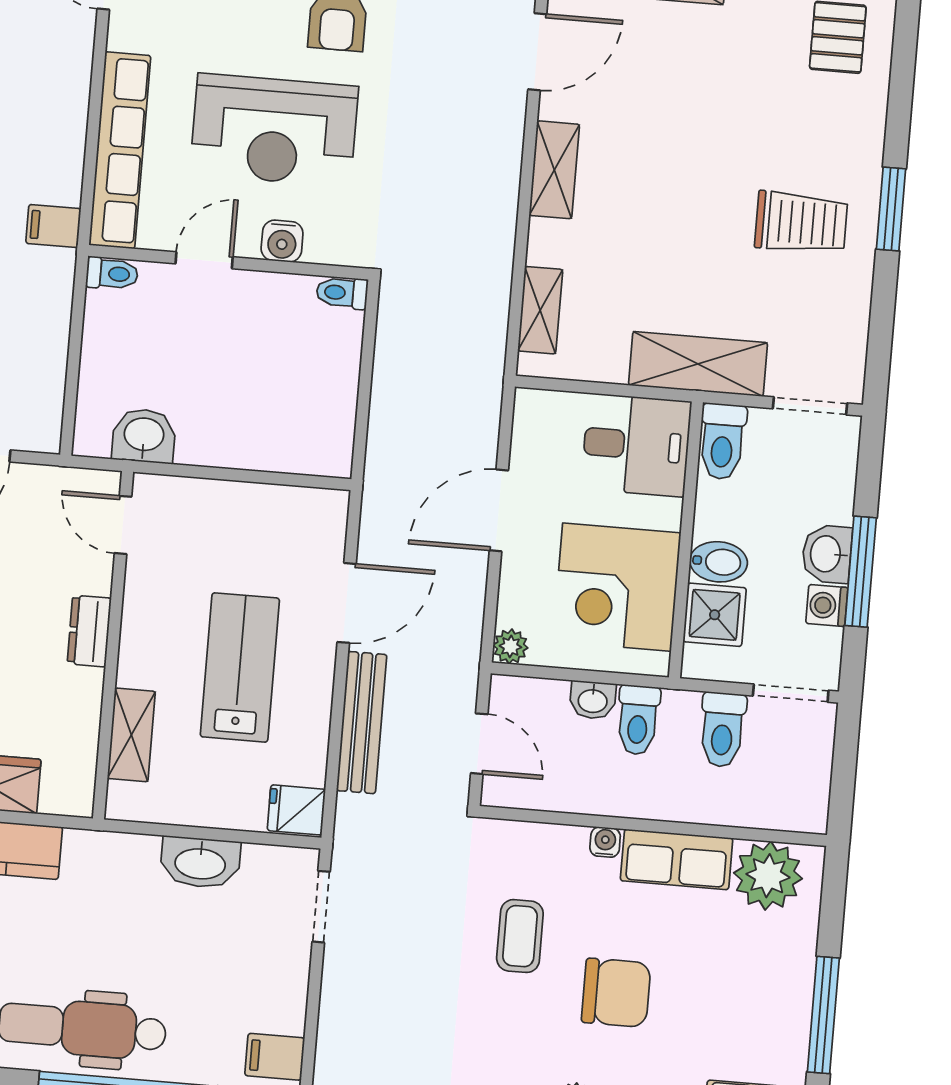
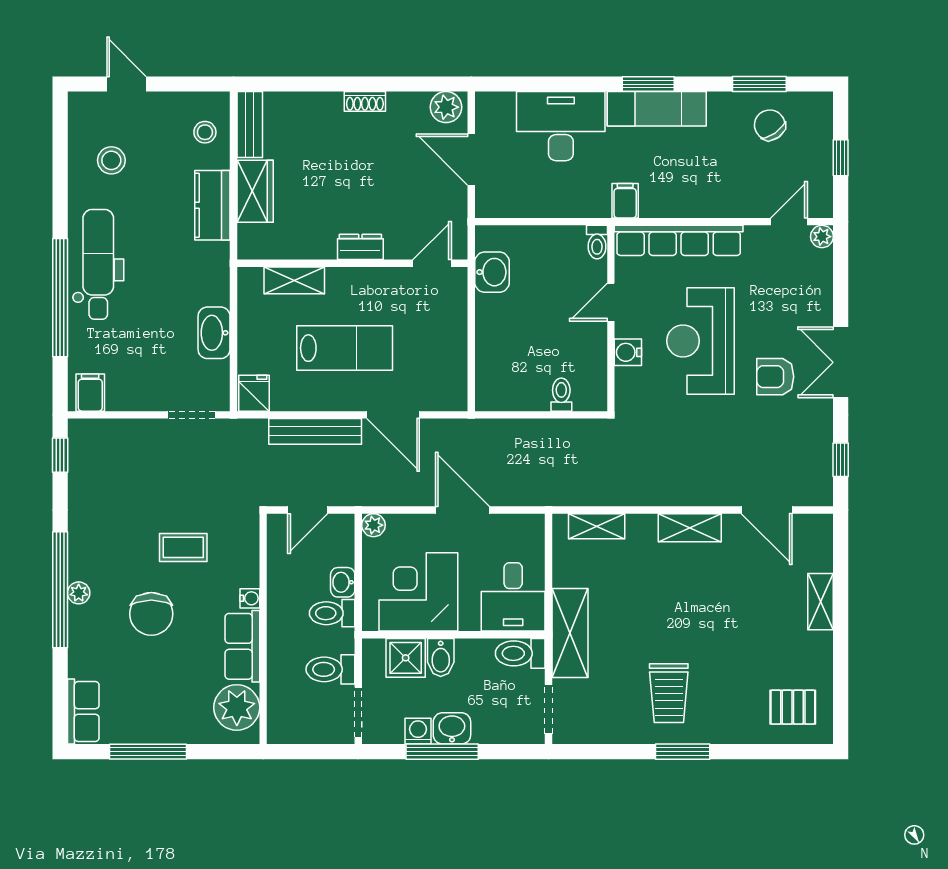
door: (204, 260) -> (611, 302), swing flipped
toilet: (342, 293) -> (561, 395), moved

